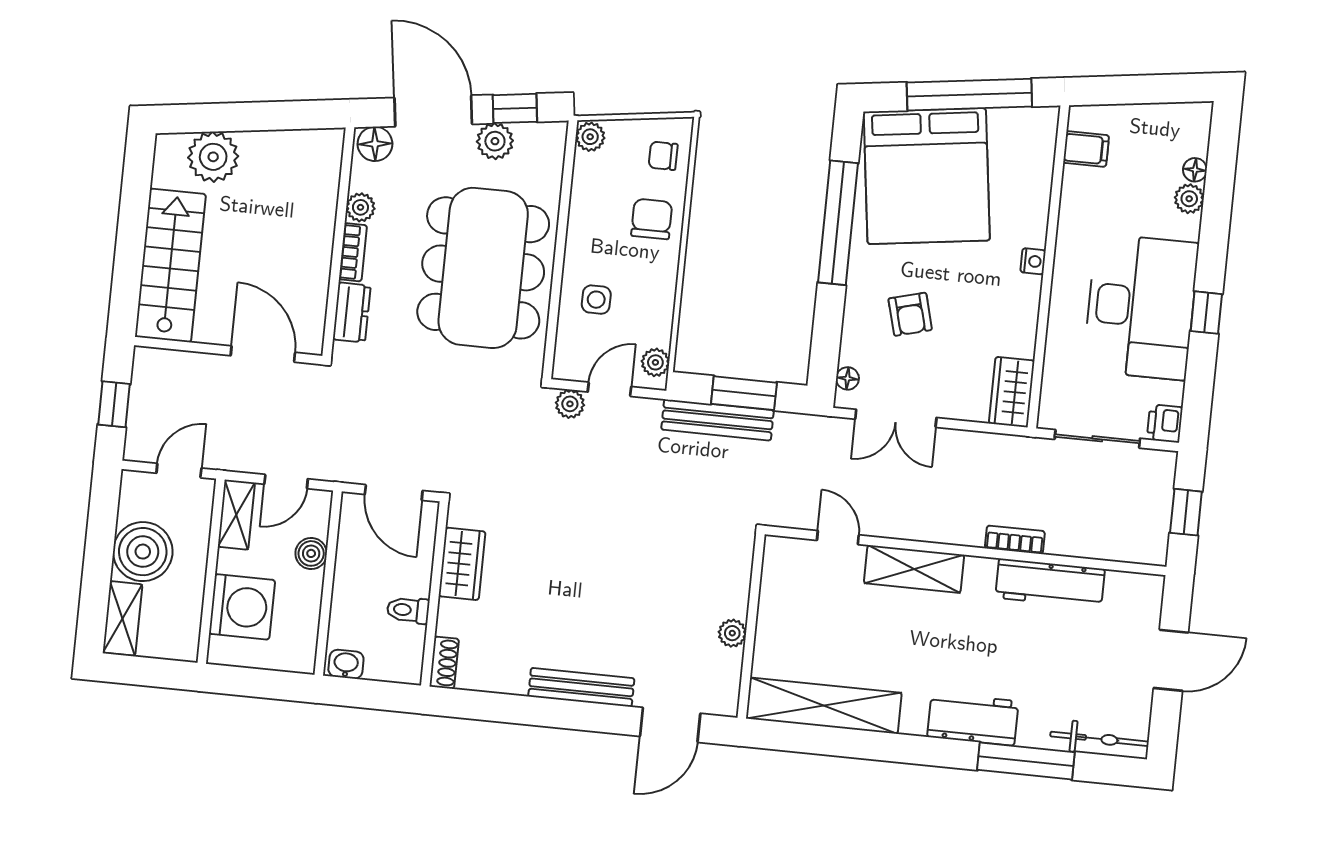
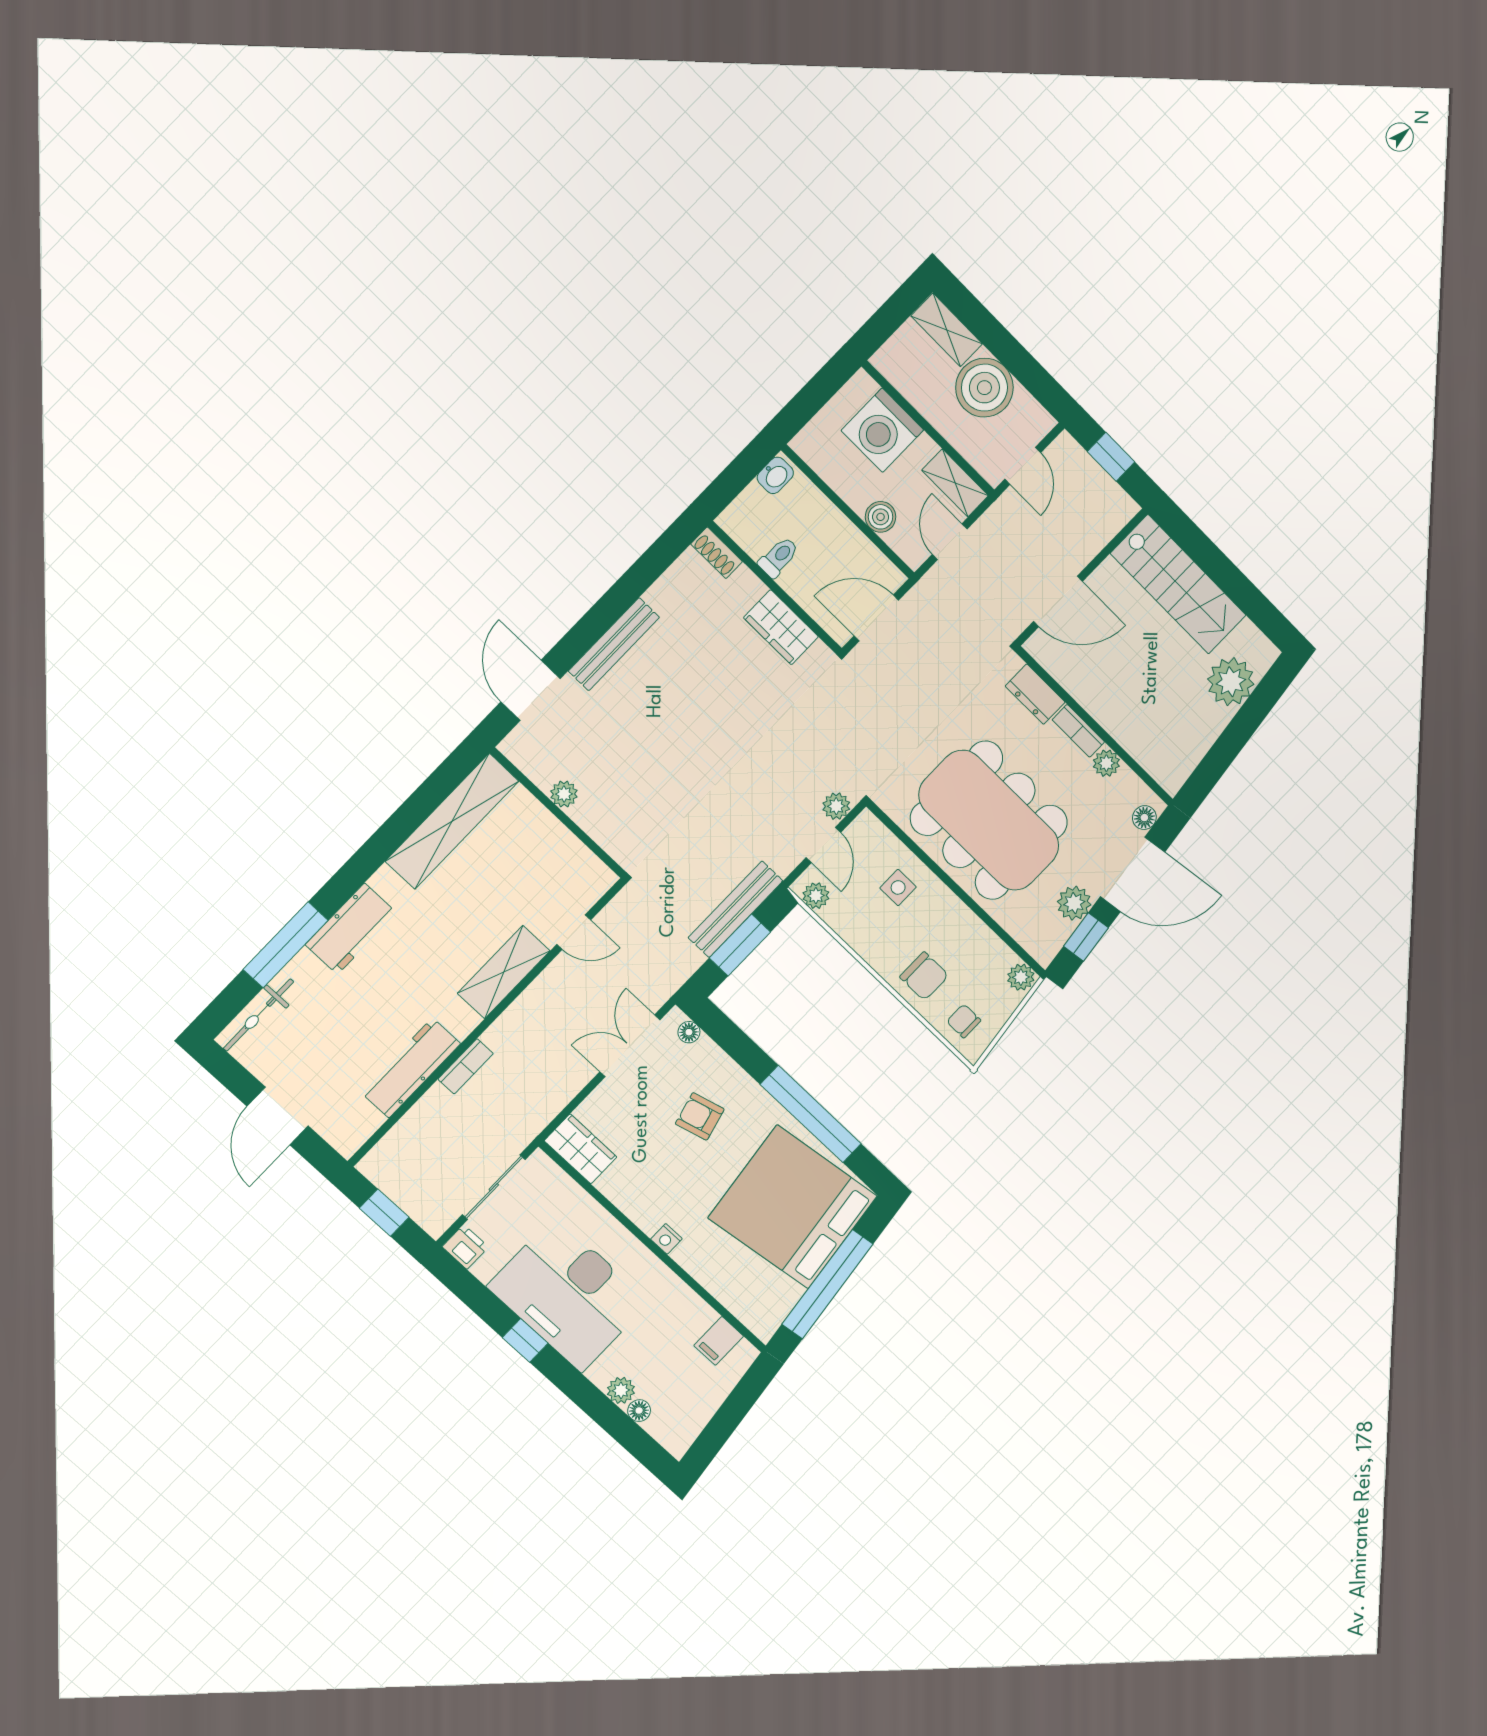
floor lamp: (375, 144) -> (1144, 818), width x0.73, depth x0.73
chair: (663, 156) -> (964, 1021), turned -90

